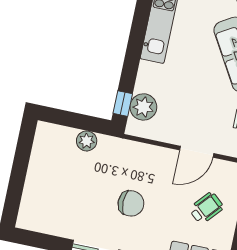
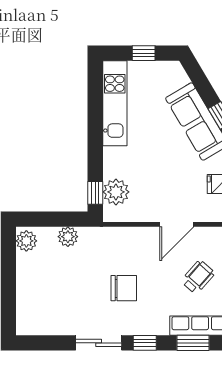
plant: (45, 136) -> (26, 241), added

